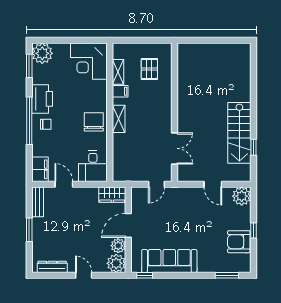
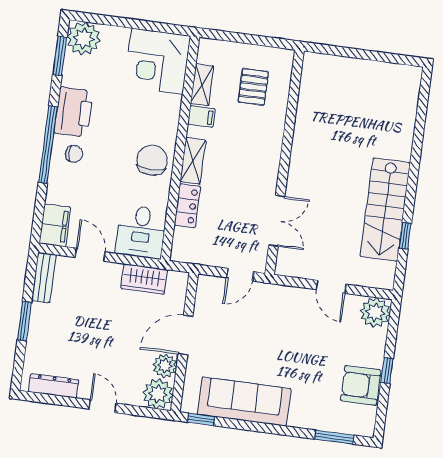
locker: (119, 147) -> (187, 206), added
wardrobe: (112, 195) -> (144, 279), moved

